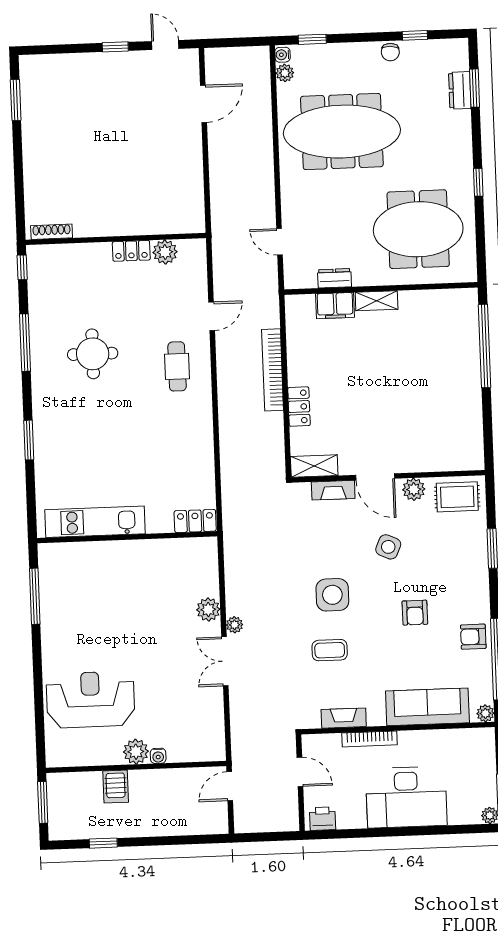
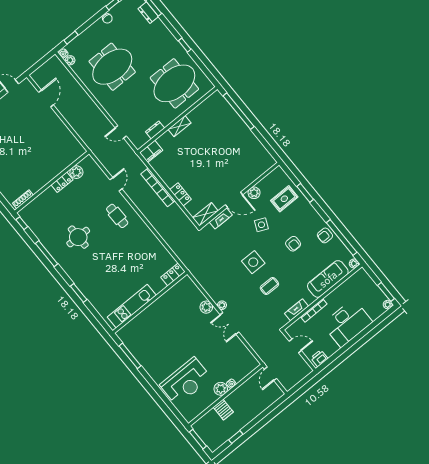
meeting table: (342, 132) -> (112, 67), width x0.73
filing cabinet: (335, 306) -> (151, 151), moved
rug: (457, 497) -> (284, 199), moved
reception desk: (91, 700) -> (186, 381), turned 180

